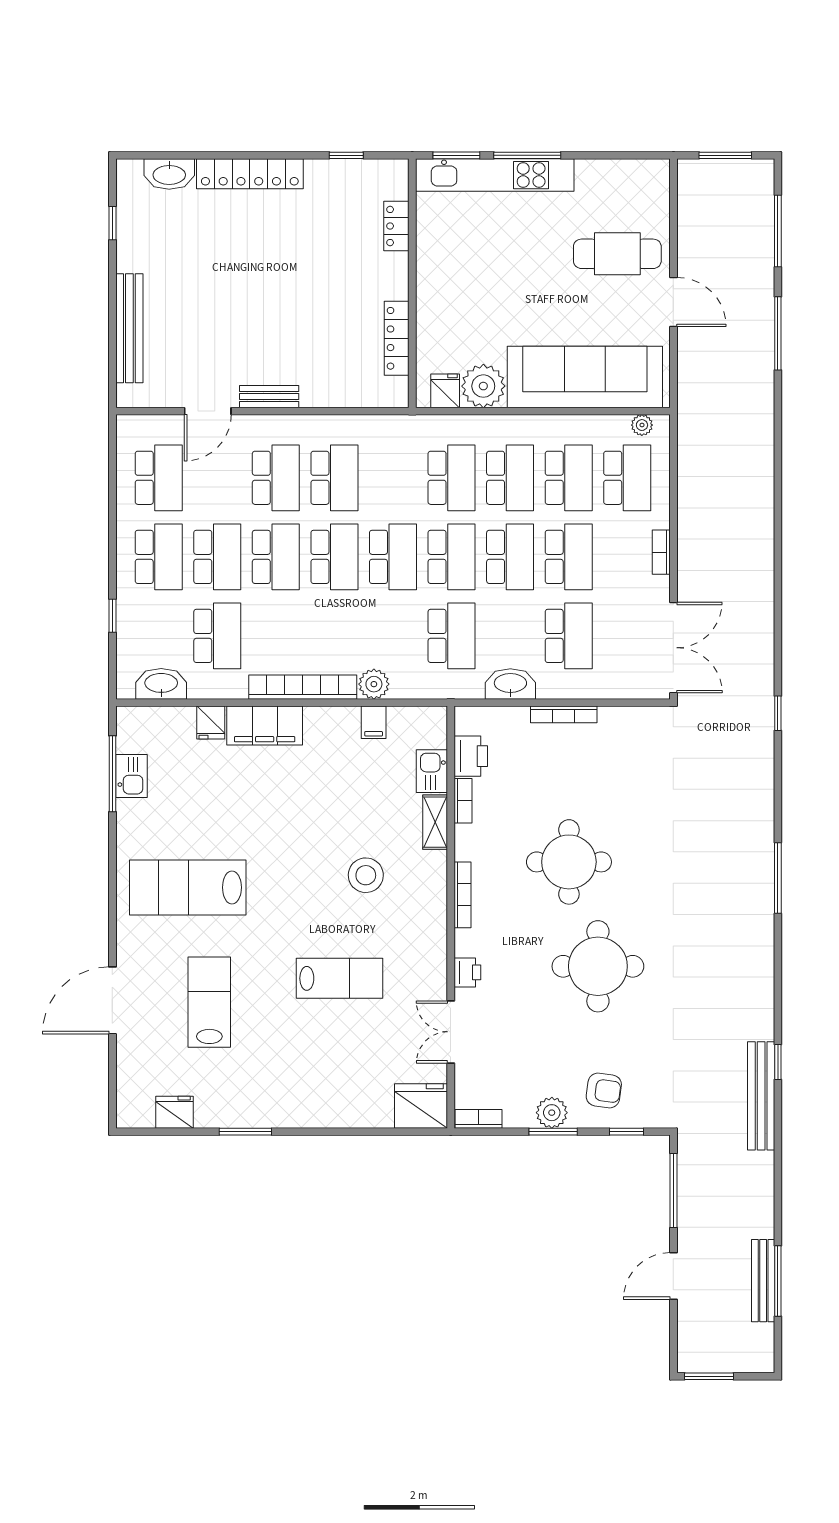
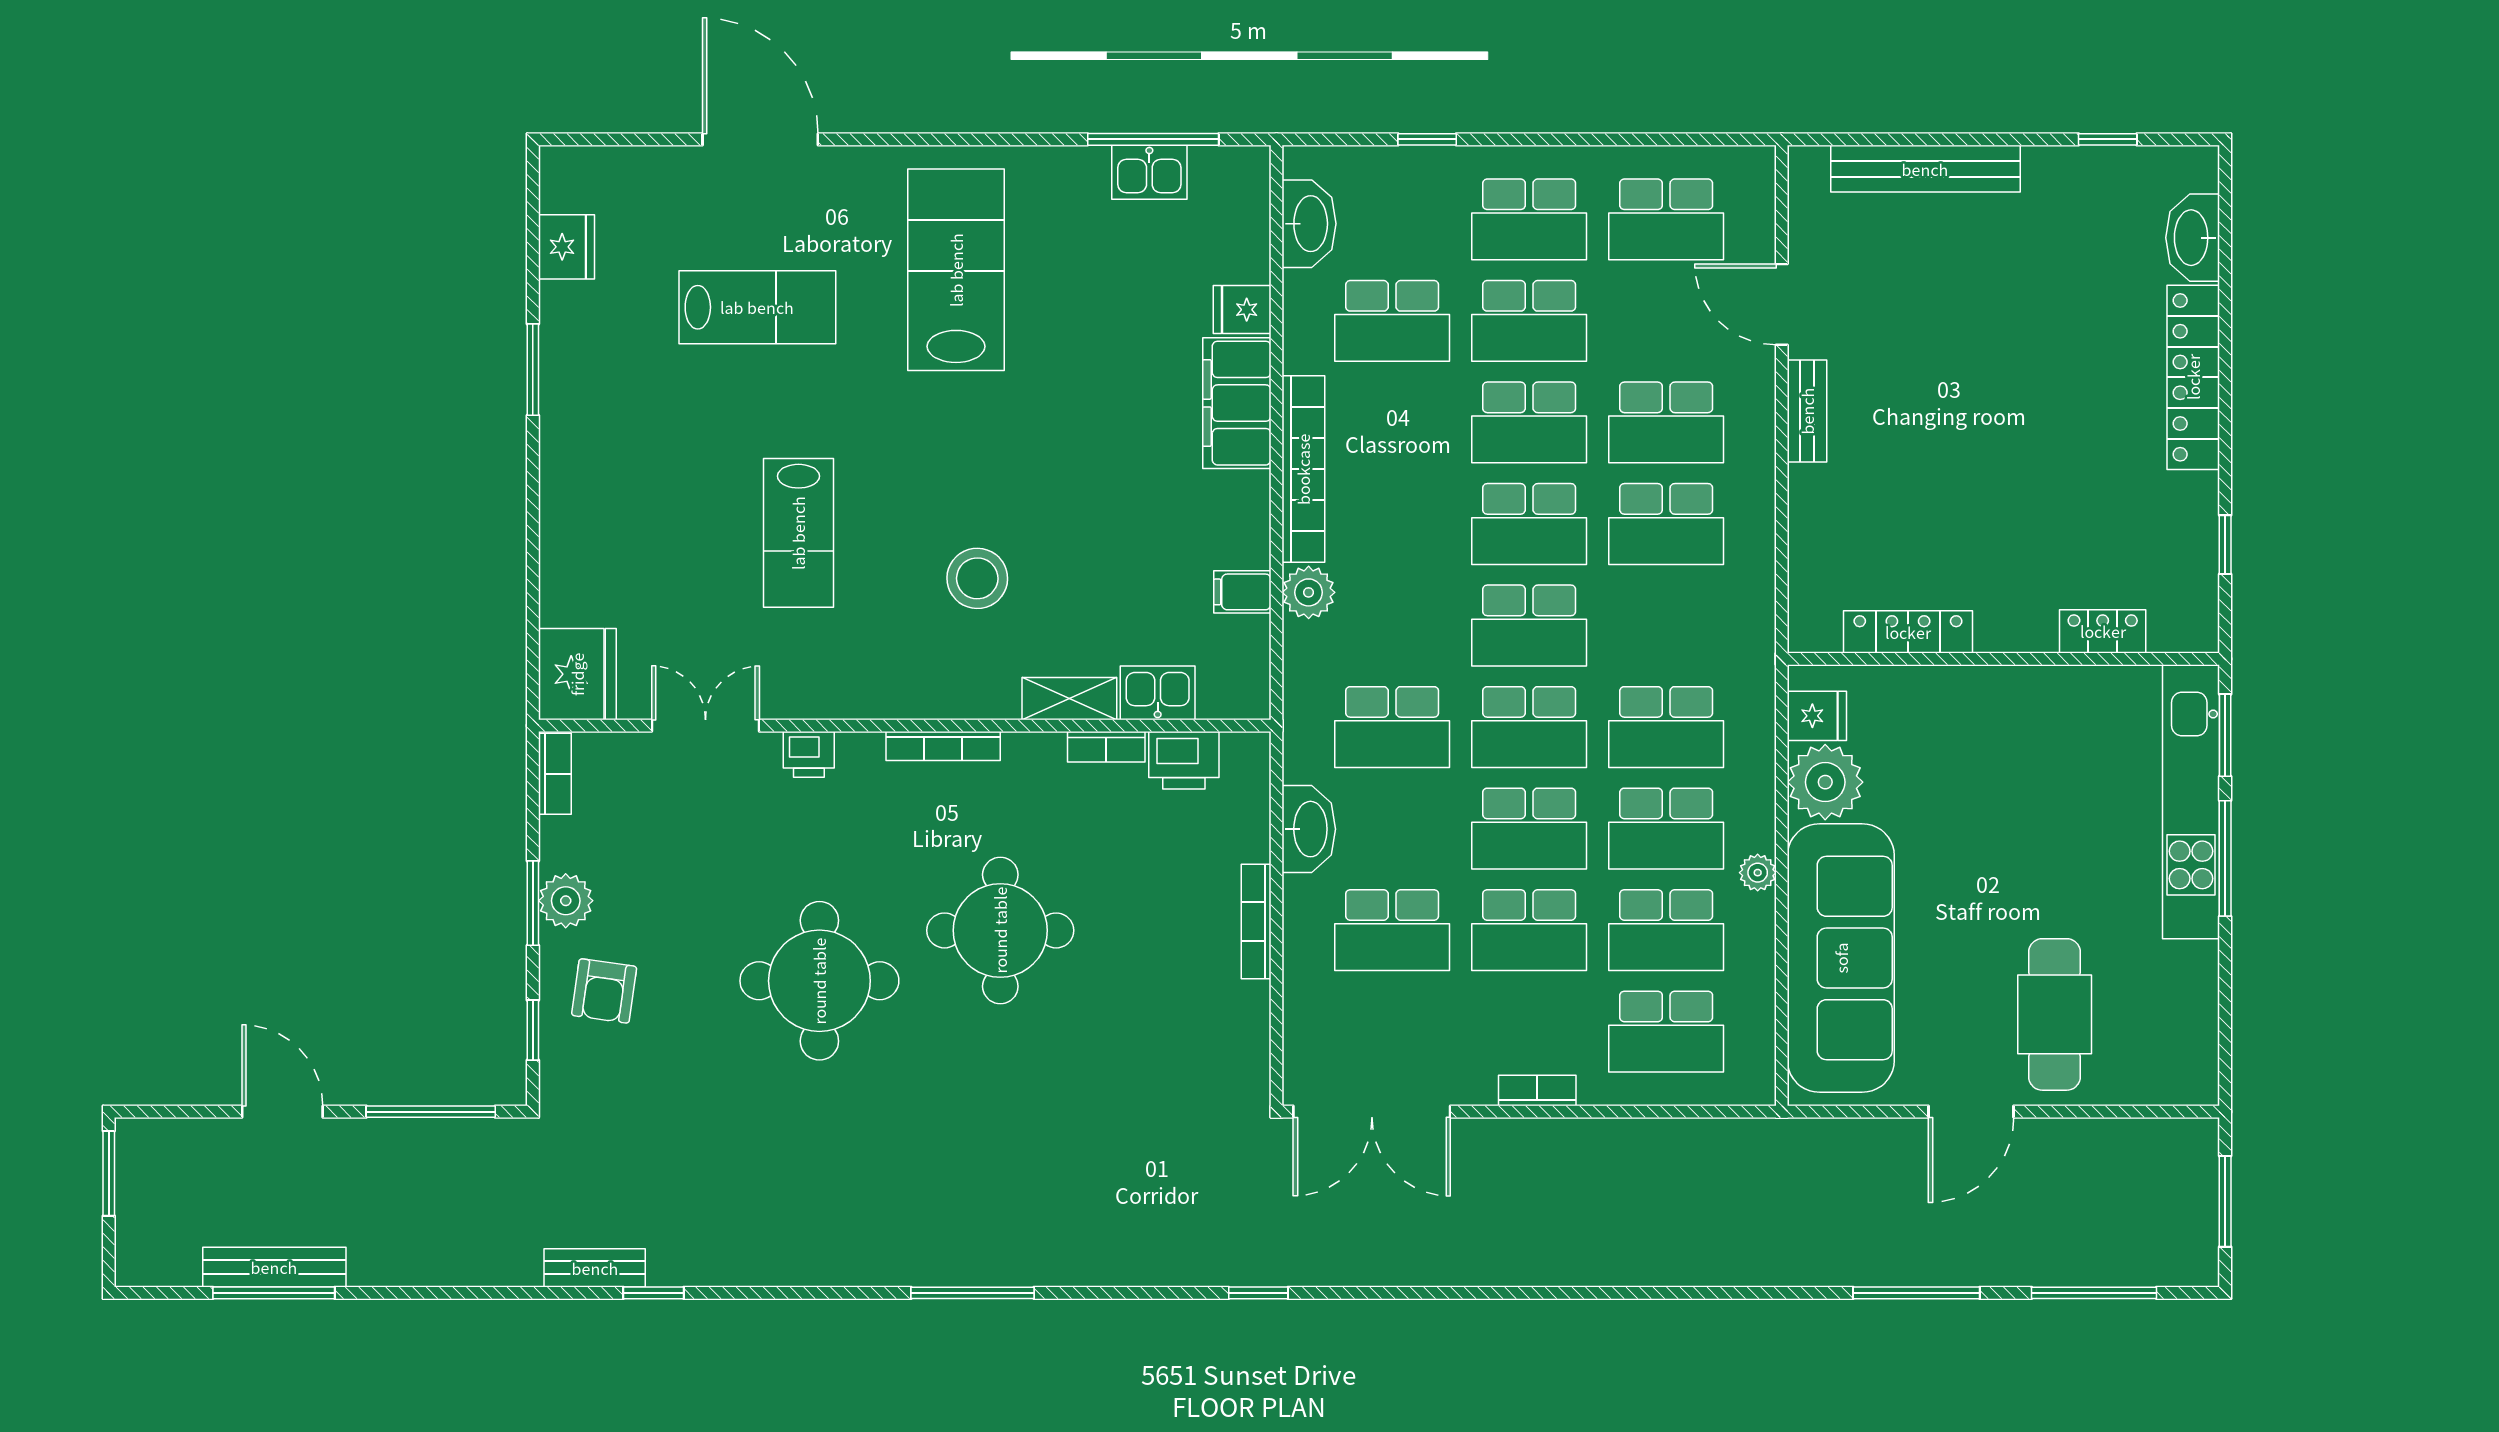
plant: (642, 425) -> (1758, 873), moved
bench: (761, 1096) -> (595, 1268), width x0.54, depth x0.82

